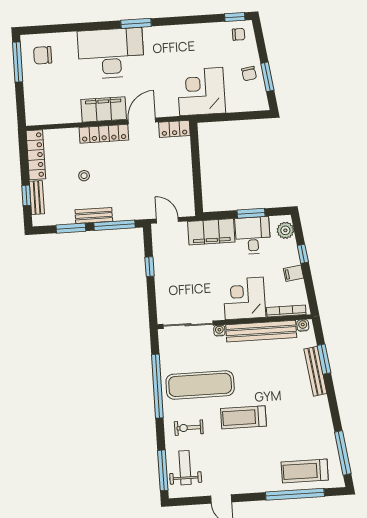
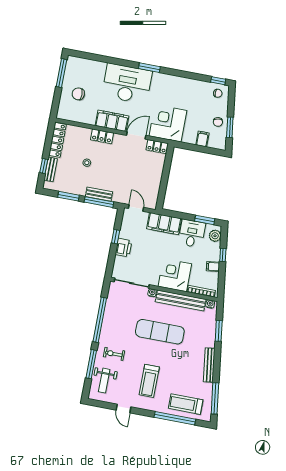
chair: (43, 55) -> (78, 94), moved
corner desk: (201, 92) -> (168, 123), moved
filing cabinet: (234, 102) -> (202, 139), added
locker: (104, 134) -> (102, 136), width x0.66
window: (251, 213) -> (205, 220), moved
bench: (94, 216) -> (99, 194), moved
printer: (164, 279) -> (124, 248), added
bench: (315, 371) -> (209, 365), moved
exercise mat: (200, 385) -> (160, 332), moved
treadmill: (243, 417) -> (149, 381), moved, turned -90
weight bench: (185, 468) -> (104, 381), turned 180
window: (163, 470) -> (91, 364), moved

